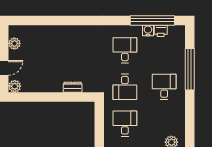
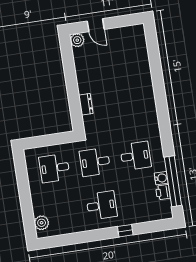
plant: (14, 43) -> (124, 33), removed
window: (190, 69) -> (125, 231), width x0.32
desk: (125, 124) -> (54, 168), turned 180

